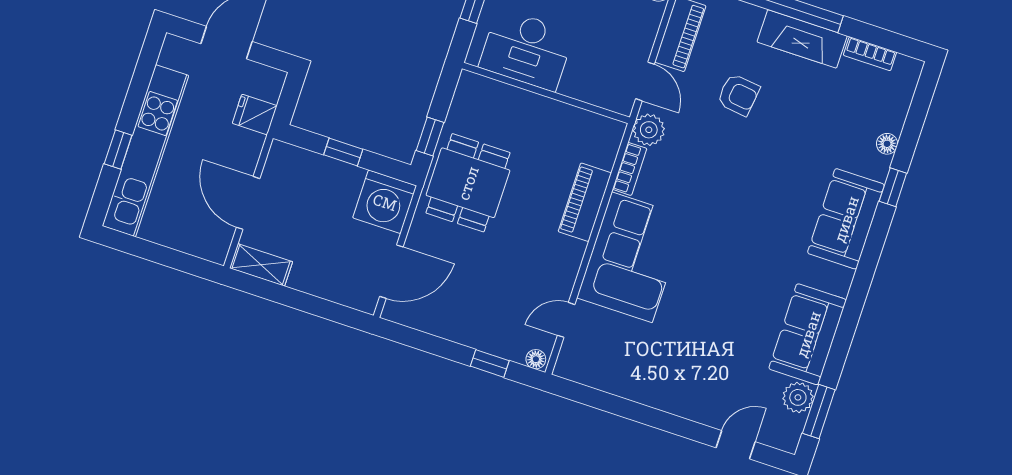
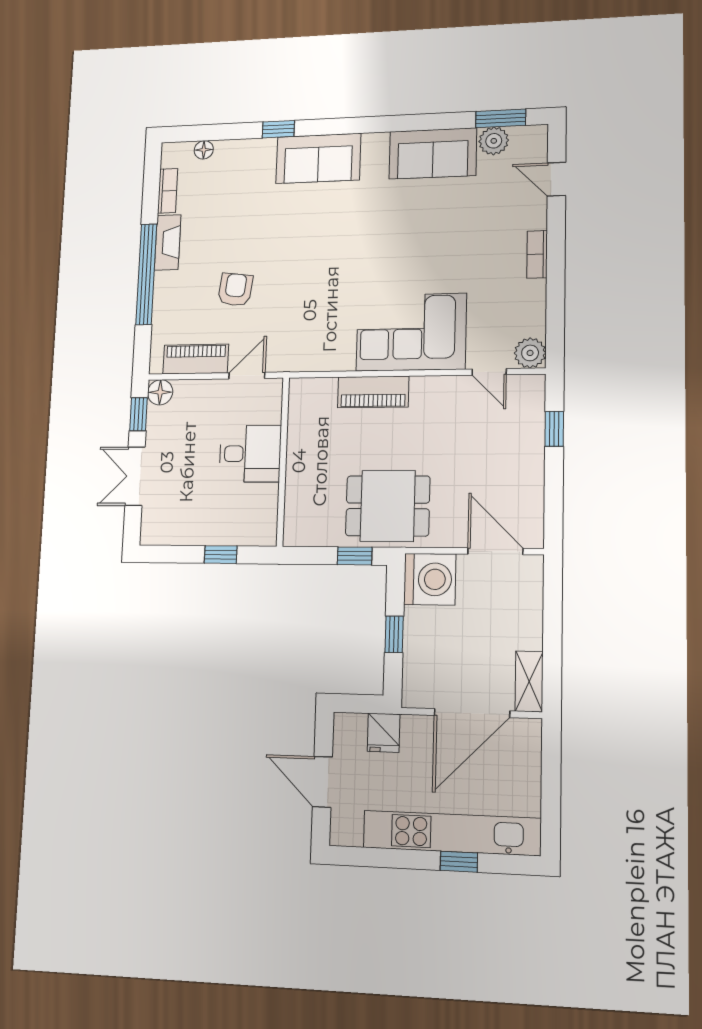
fireplace: (802, 39) -> (168, 242), width x0.73, depth x0.76
desk: (526, 50) -> (250, 454), moved, width x0.73
plant: (649, 130) -> (530, 353), moved
floor lamp: (887, 144) -> (204, 150), moved
bookcase: (630, 169) -> (537, 254), moved, turned -90
door: (248, 203) -> (472, 713), width x1.36
floor lamp: (536, 359) -> (536, 387), removed

